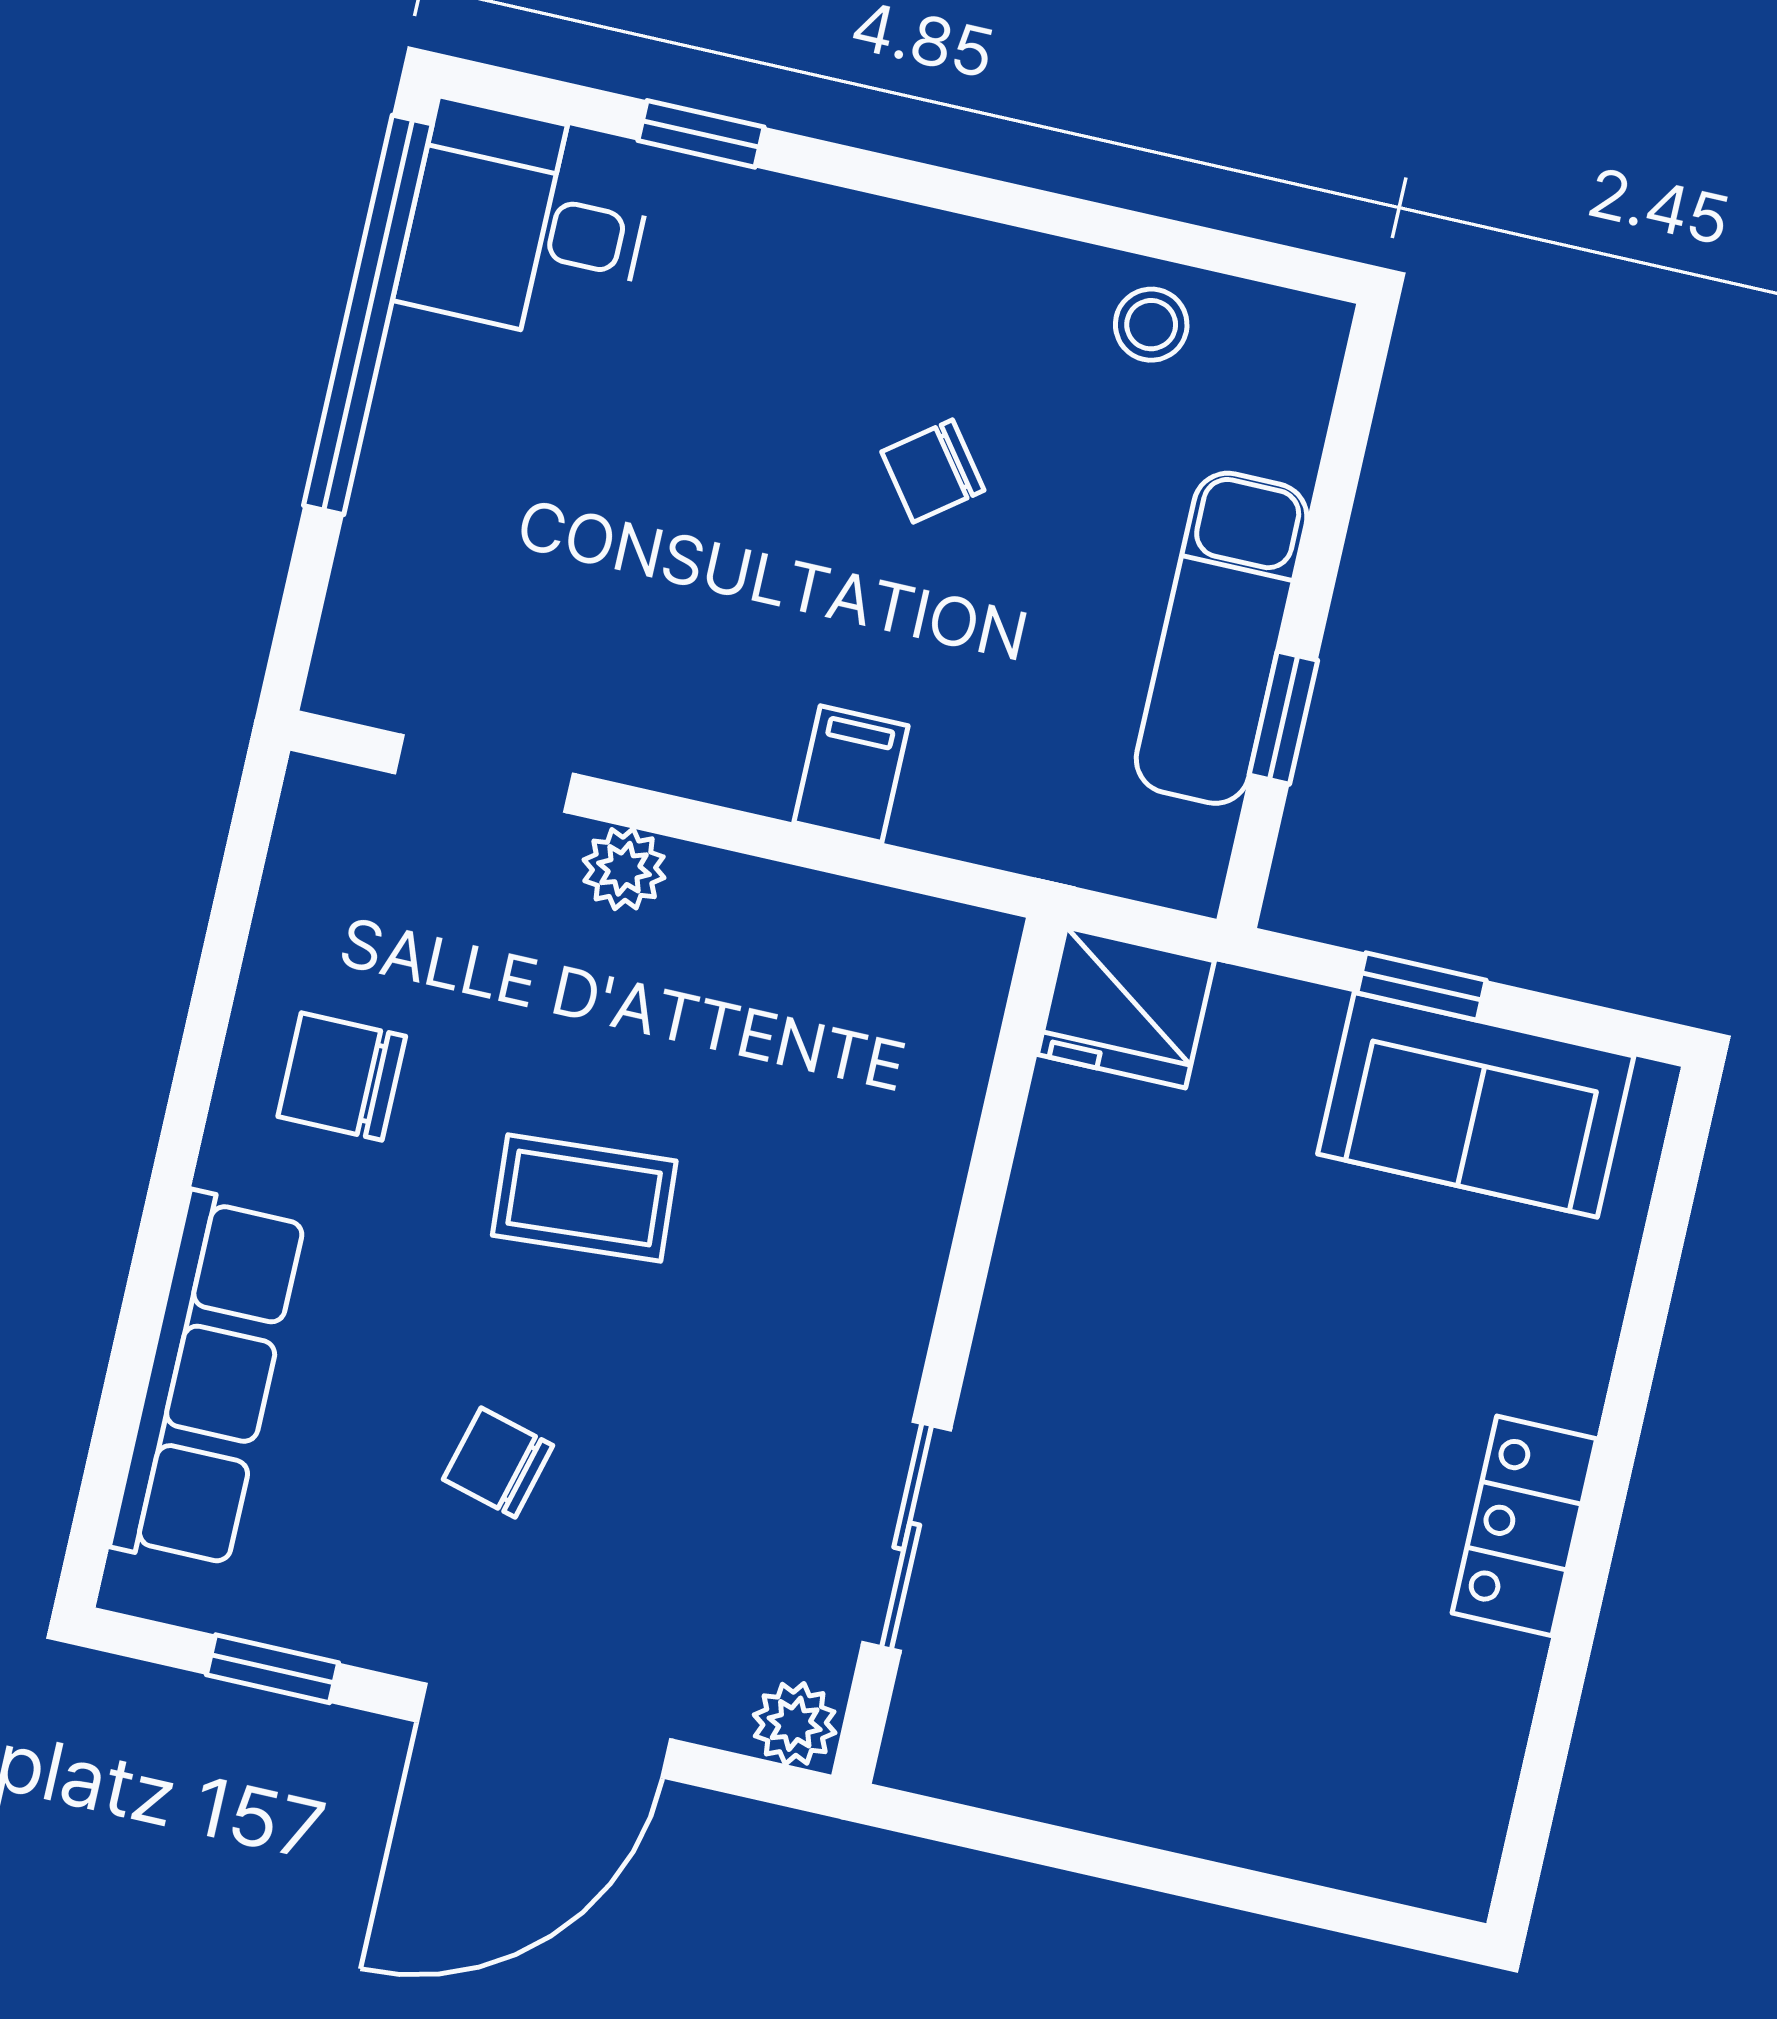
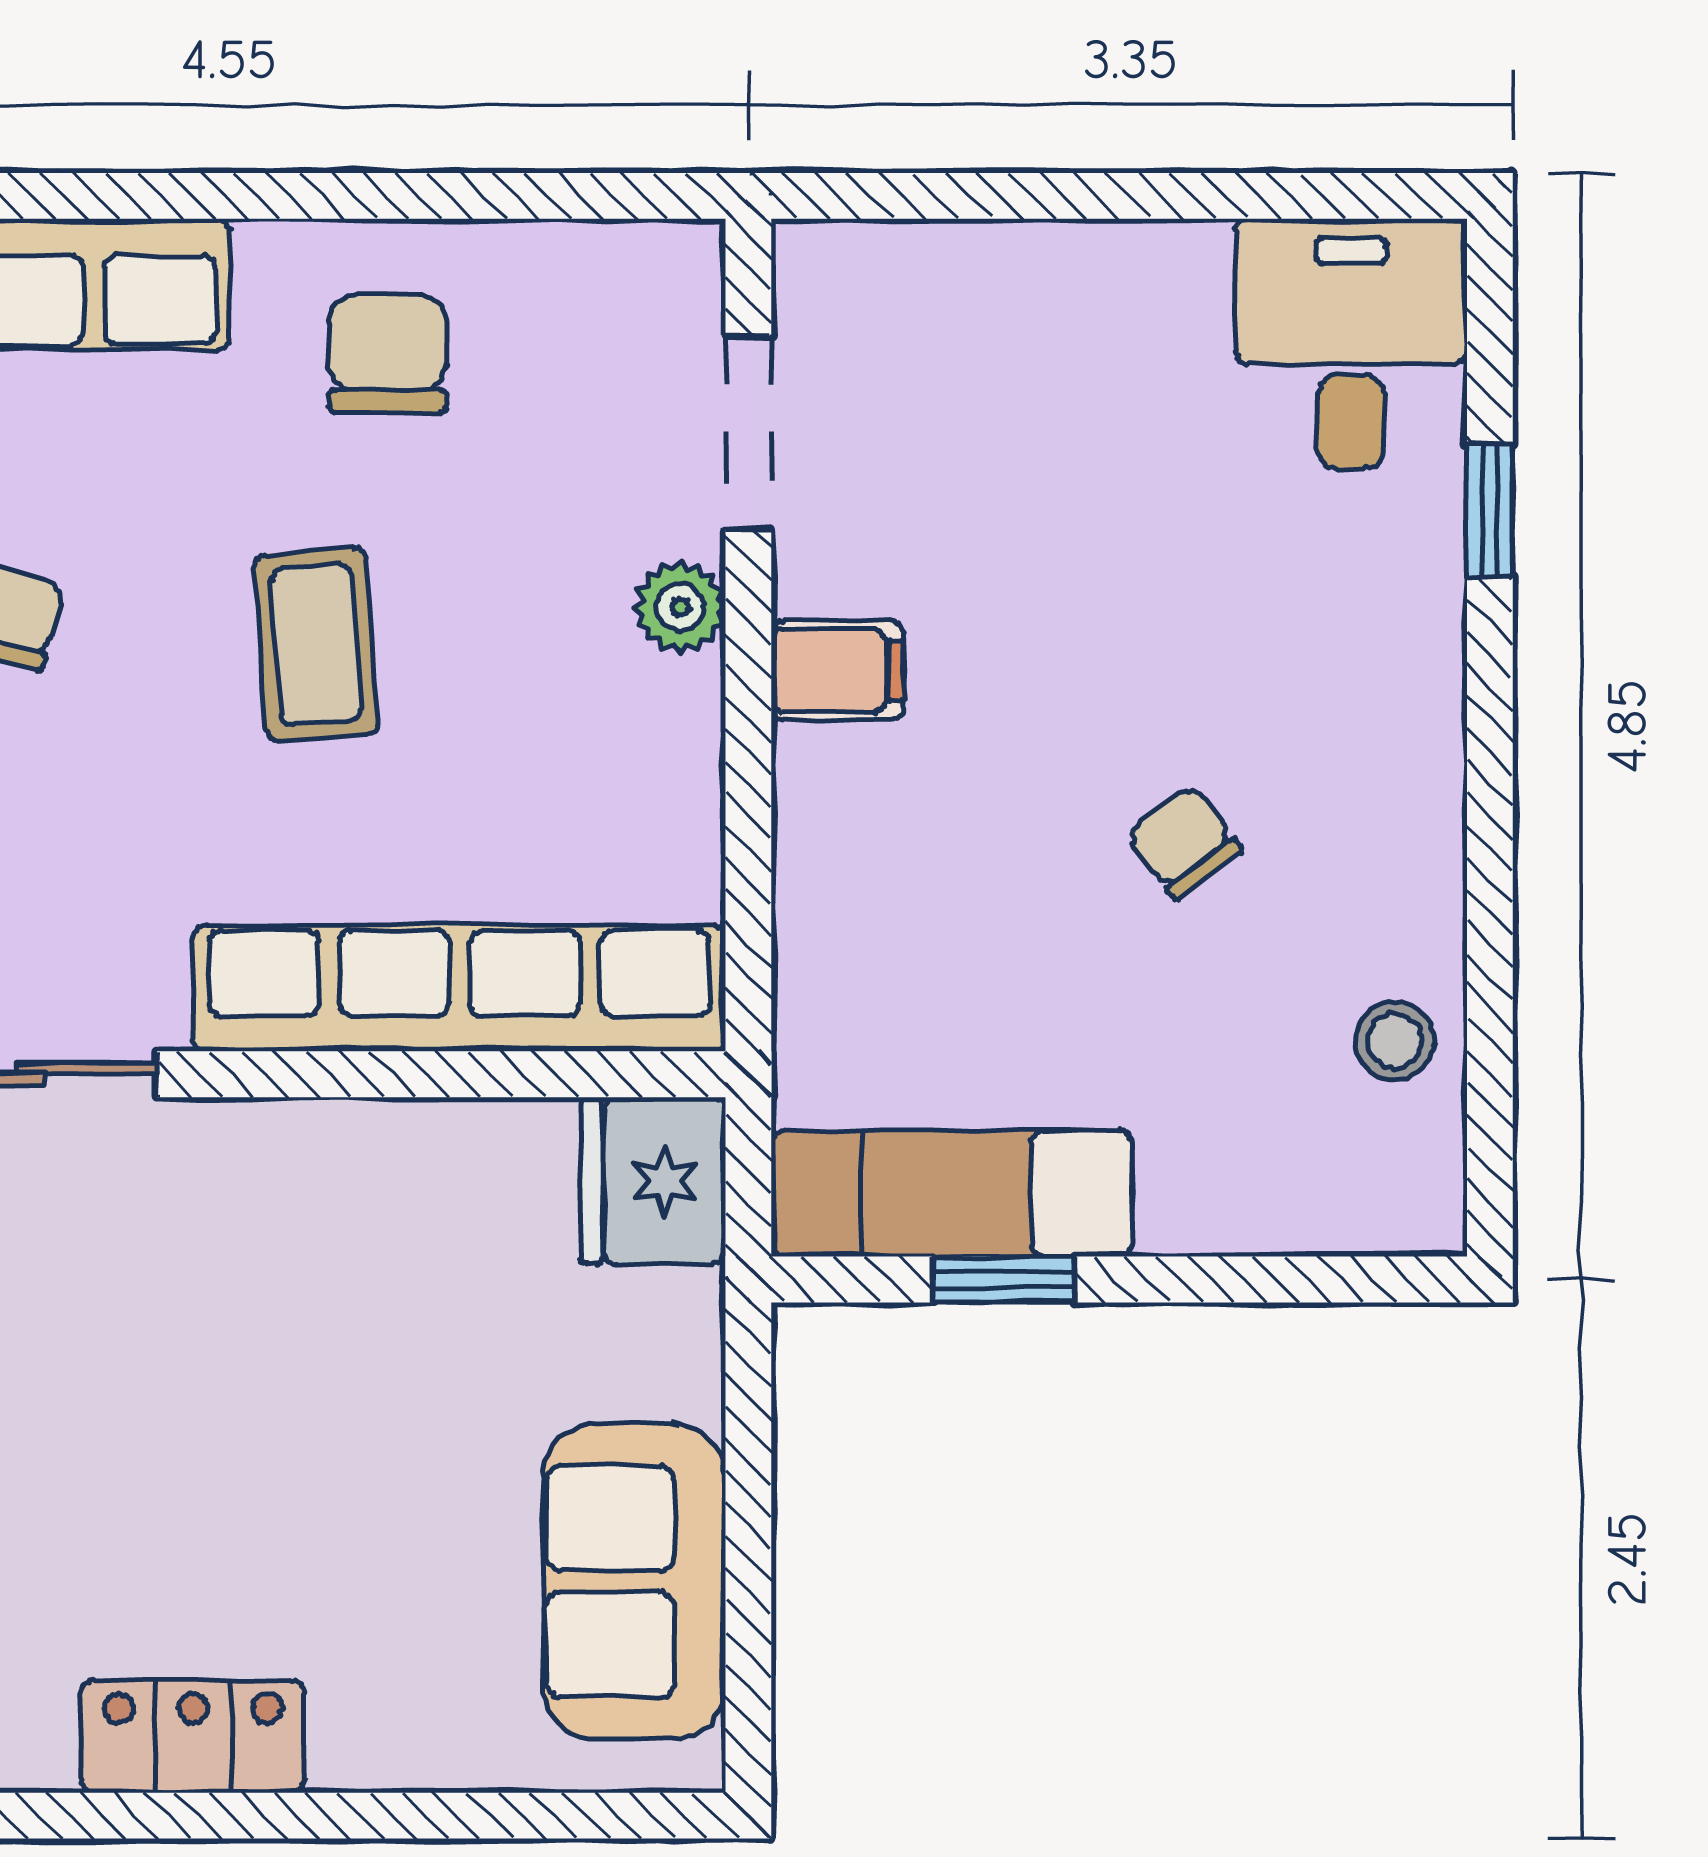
window: (368, 315) -> (1214, 196), removed
exam couch: (1222, 638) -> (951, 1194), moved
filing cabinet: (851, 774) -> (837, 671), moved
window: (1422, 986) -> (748, 1494), removed
row of seats: (917, 1140) -> (460, 988), added

